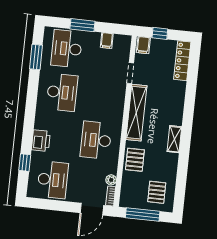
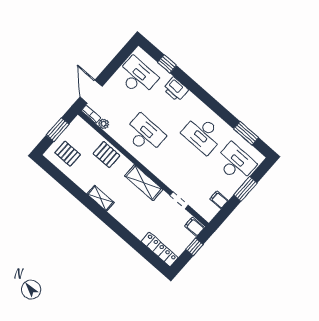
shelving: (136, 113) -> (144, 183), width x0.68
desk: (53, 180) -> (137, 77), turned 180
window: (143, 215) -> (58, 130), width x0.69

